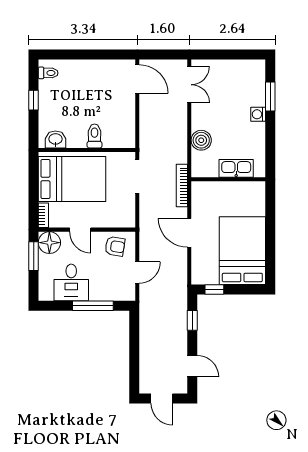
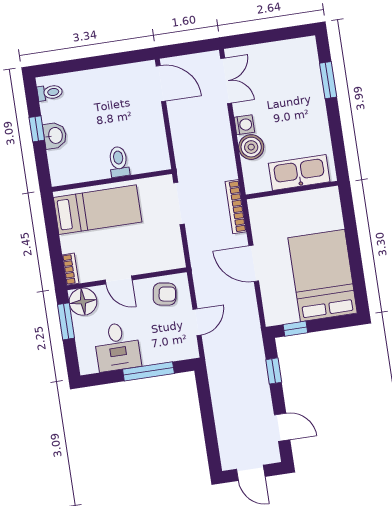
washing machine: (258, 114) -> (244, 125), moved, turned 180
washbasin: (55, 139) -> (55, 136), moved, turned 90
kitchen sink: (236, 168) -> (299, 172), width x1.36, depth x1.24
bed: (72, 179) -> (98, 210), width x0.67

